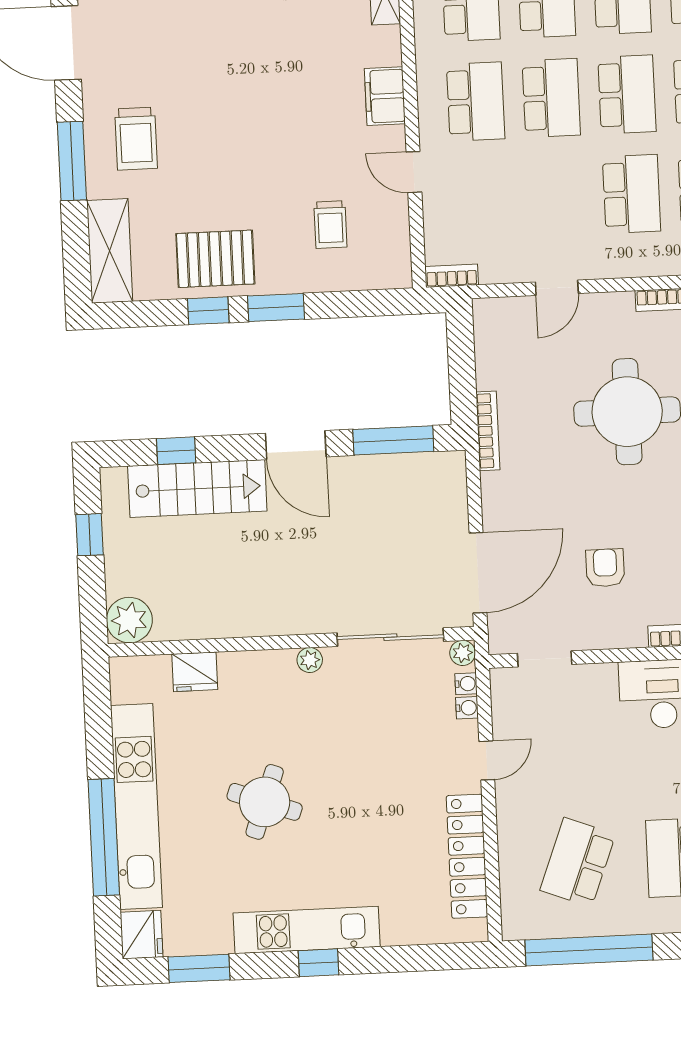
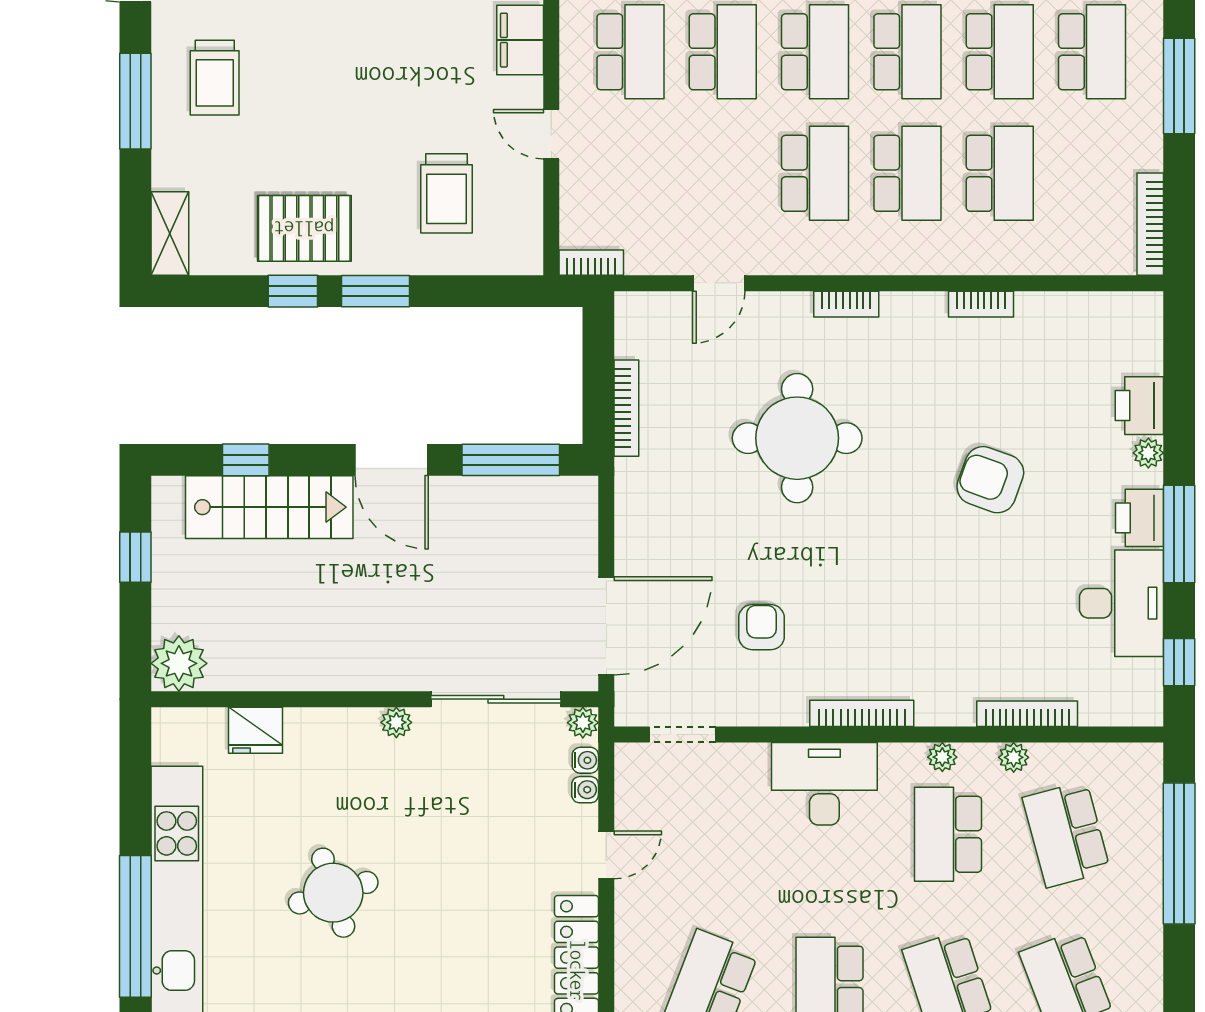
trolley: (330, 225) -> (447, 193), width x1.36, depth x1.39
shelving: (110, 251) -> (170, 234), width x0.67, depth x0.75
bookcase: (488, 431) -> (626, 408), moved
round table: (265, 802) -> (333, 893), turned -37

